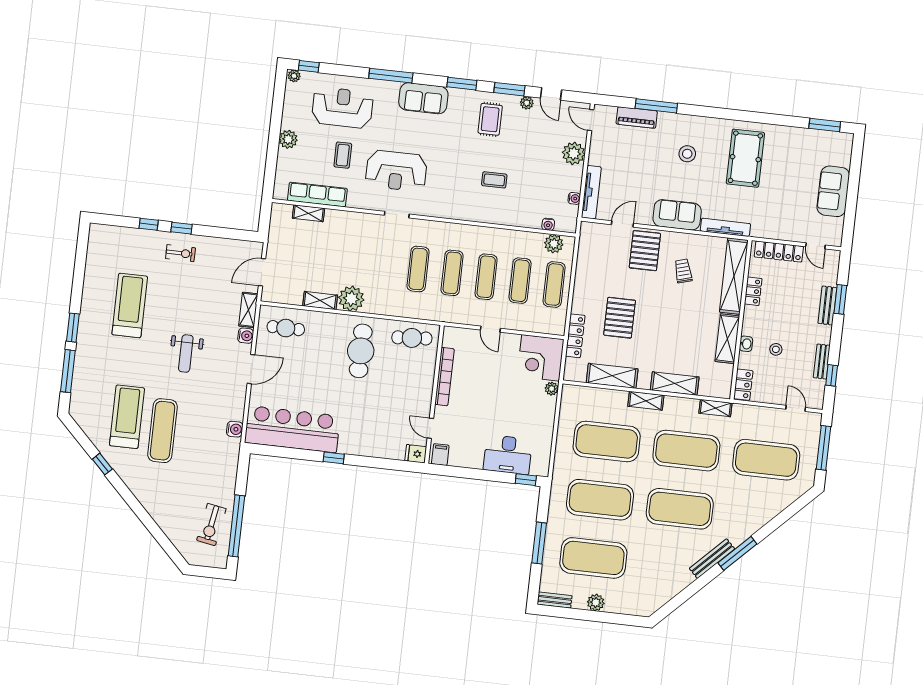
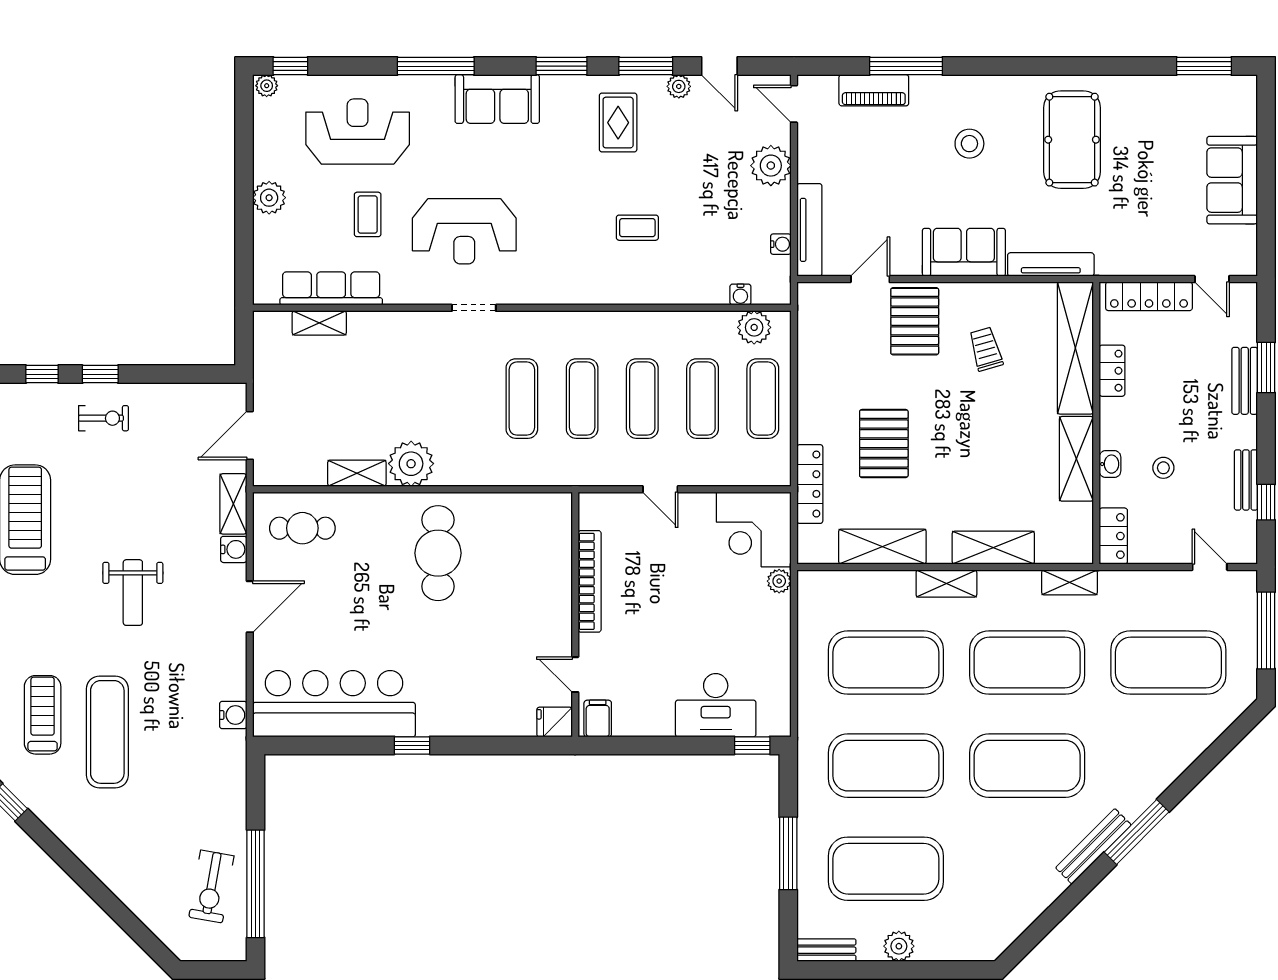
cafe table: (412, 338) -> (525, 520), removed
treadmill: (127, 417) -> (43, 715), width x0.73, depth x0.73

